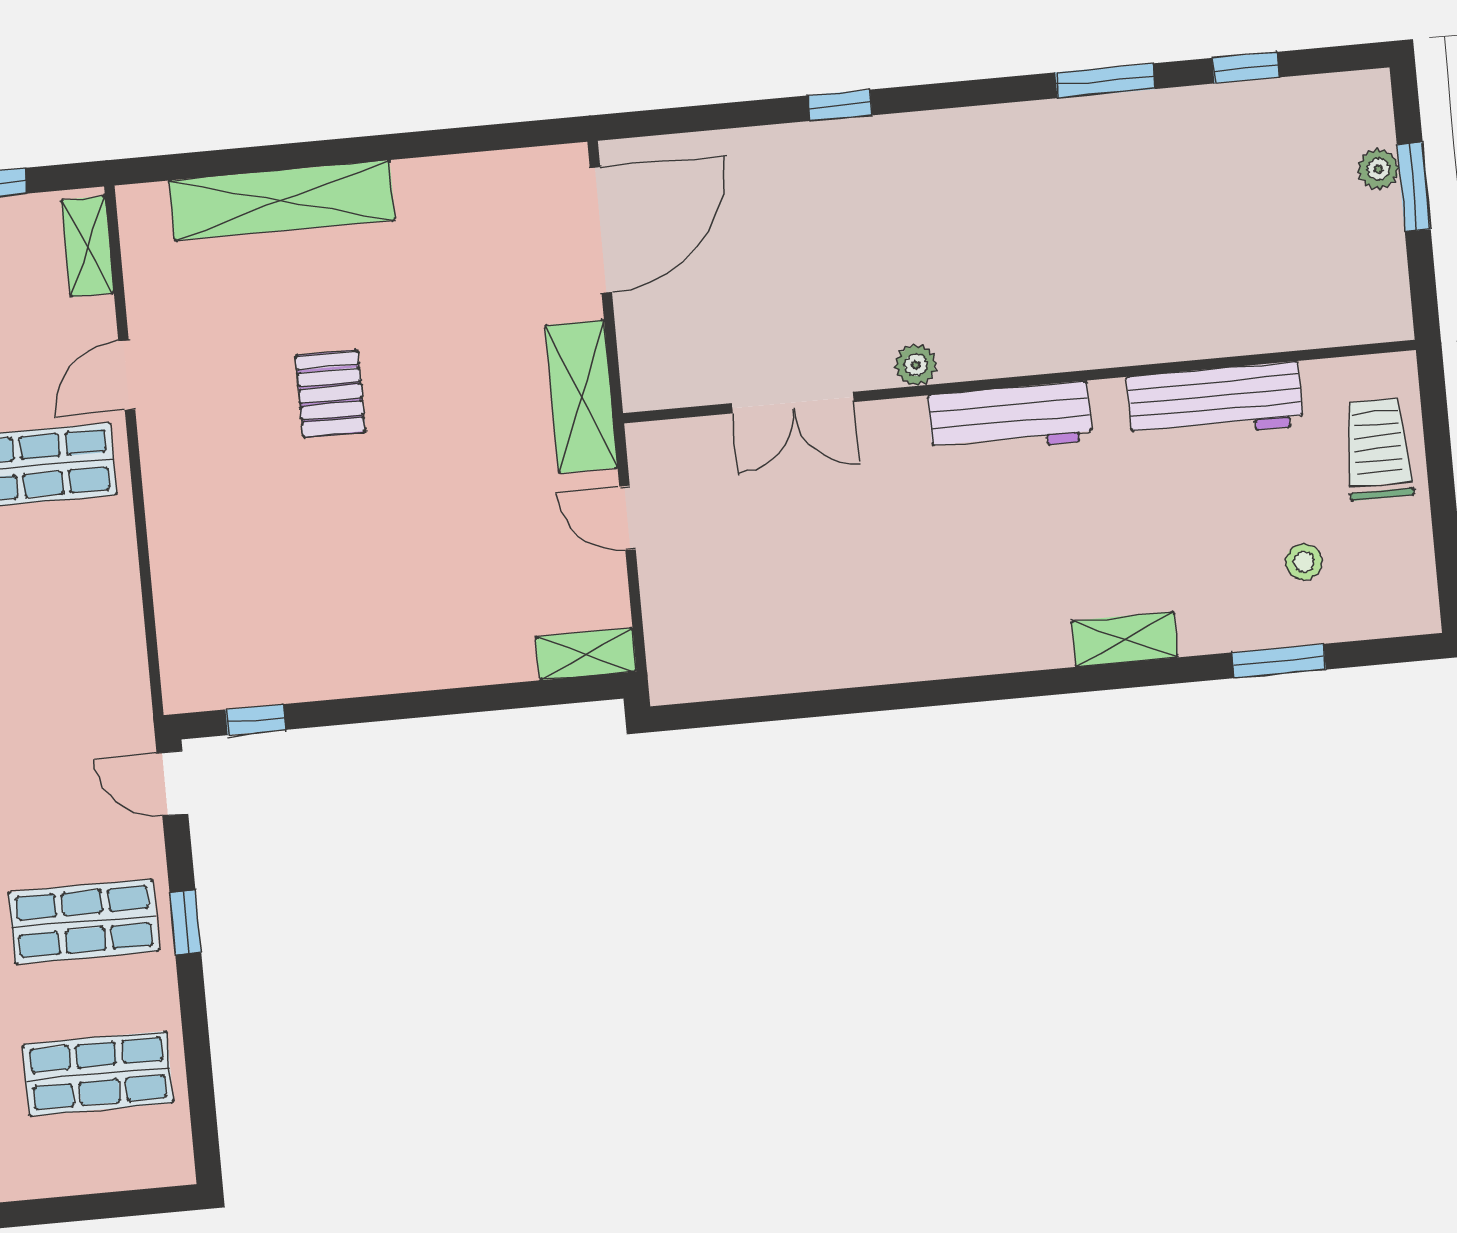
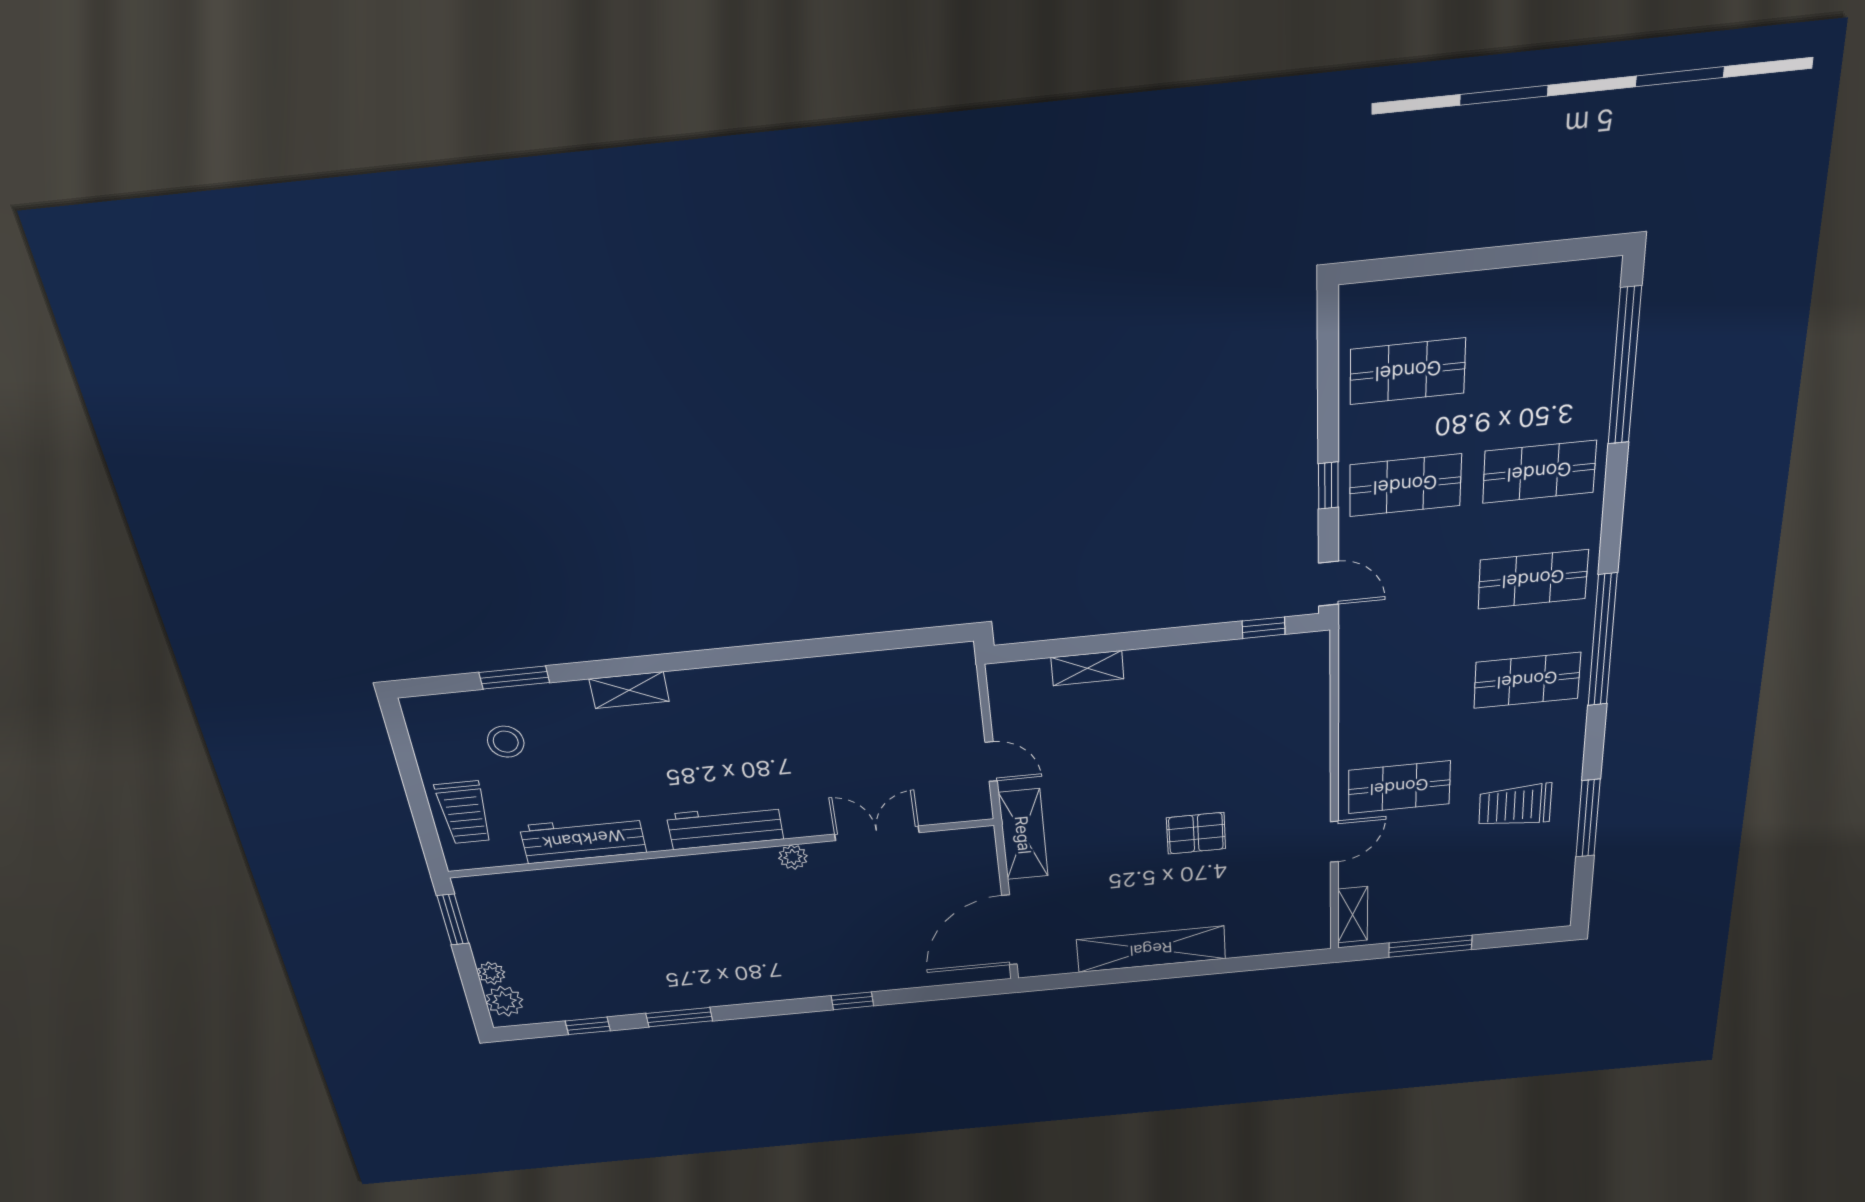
plant: (1366, 117) -> (504, 1001), added
window: (1414, 187) -> (453, 920), moved
shelving: (282, 200) -> (1151, 949), moved
pallet: (330, 394) -> (1196, 833), turned 90
stool: (1304, 562) -> (506, 742), width x1.37, depth x1.37
shelving: (586, 654) -> (1087, 668), moved

